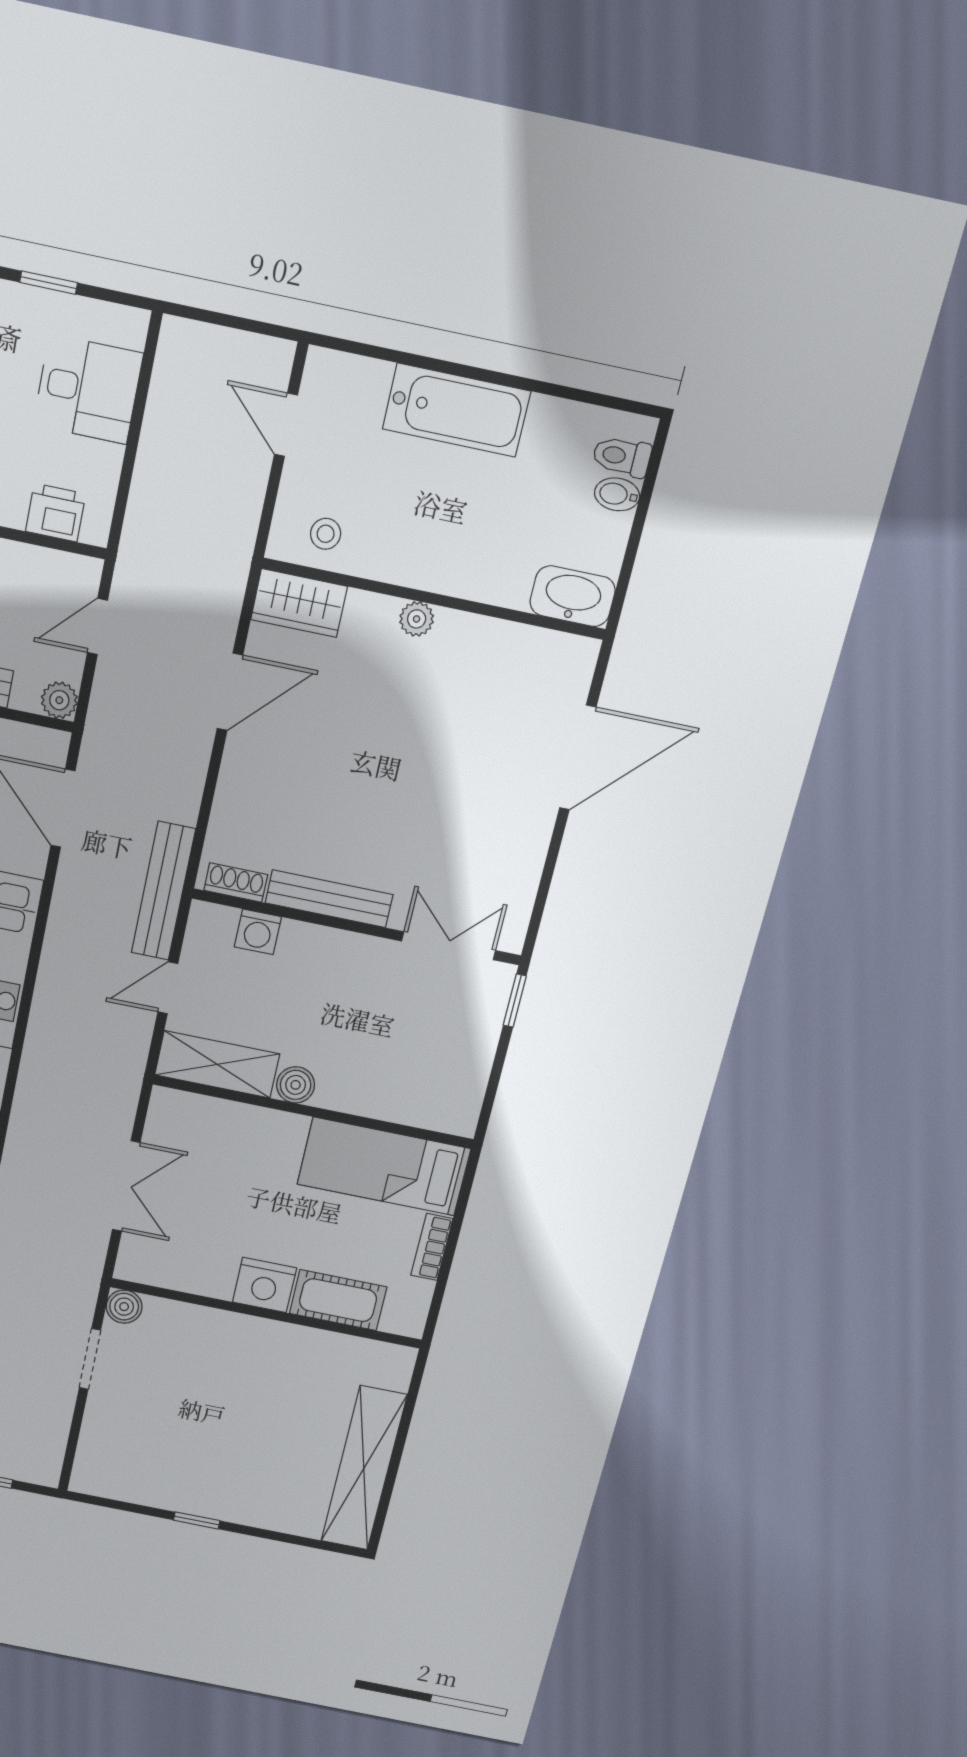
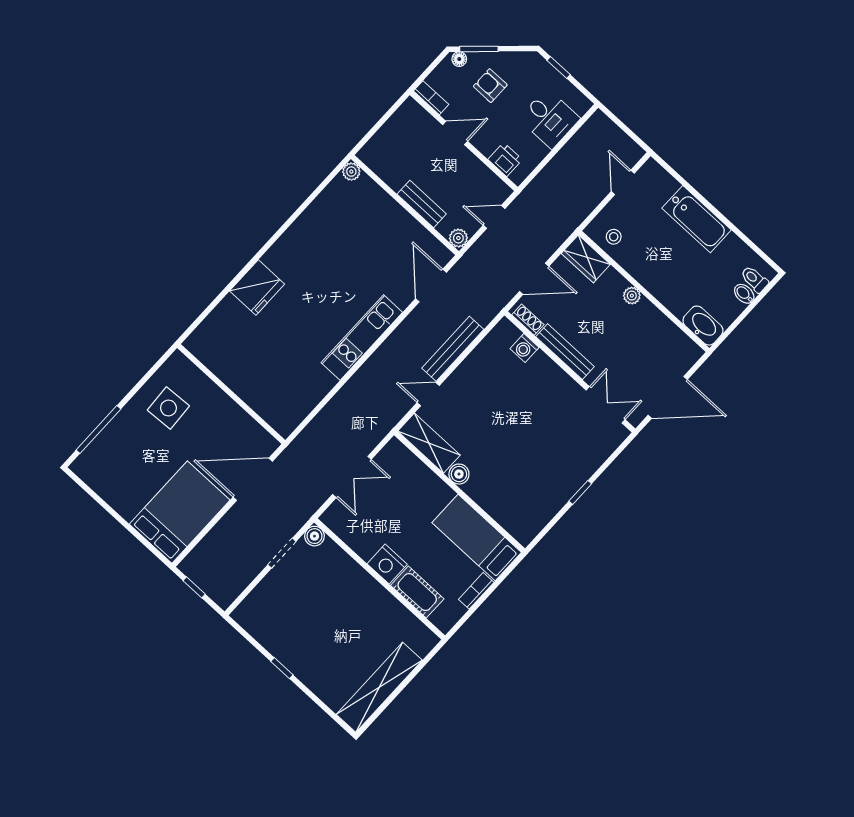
shoe rack: (236, 883) -> (528, 320), moved
bench: (329, 899) -> (565, 352), moved
wall: (357, 927) -> (570, 372), moved
washing machine: (258, 932) -> (525, 348), moved
double door: (449, 946) -> (606, 405), moved

